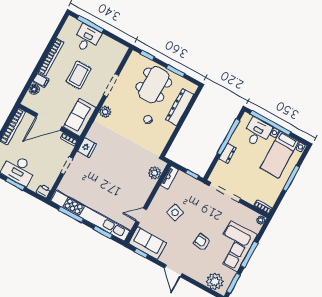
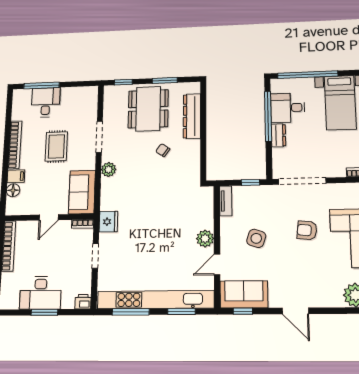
door: (49, 122) -> (49, 217), width x0.53
desk: (257, 132) -> (288, 108), moved, turned -90
plant: (155, 173) -> (205, 239), moved
armchair: (202, 242) -> (307, 230), moved

